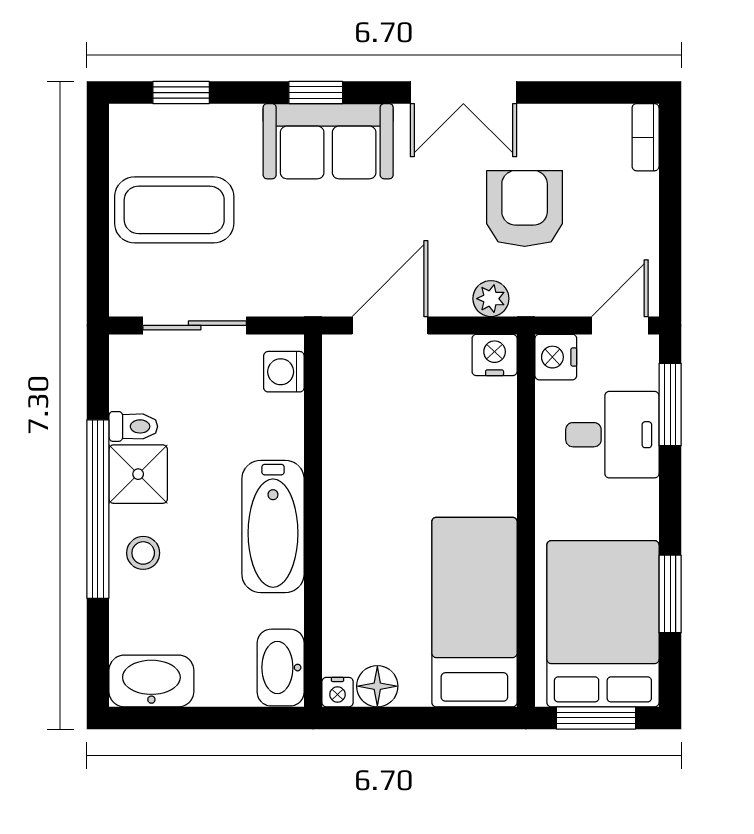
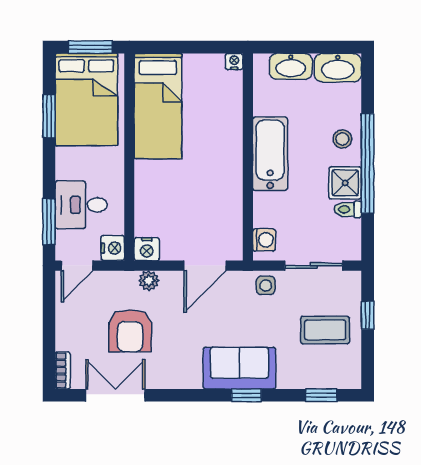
double door: (463, 93) -> (115, 395), moved
coffee table: (174, 210) -> (325, 330), width x0.73, depth x0.76
window: (98, 236) -> (368, 315), added
side table: (281, 290) -> (266, 285), added
washbasin: (281, 668) -> (291, 66), moved, turned 90
floor lamp: (377, 686) -> (212, 65), removed

